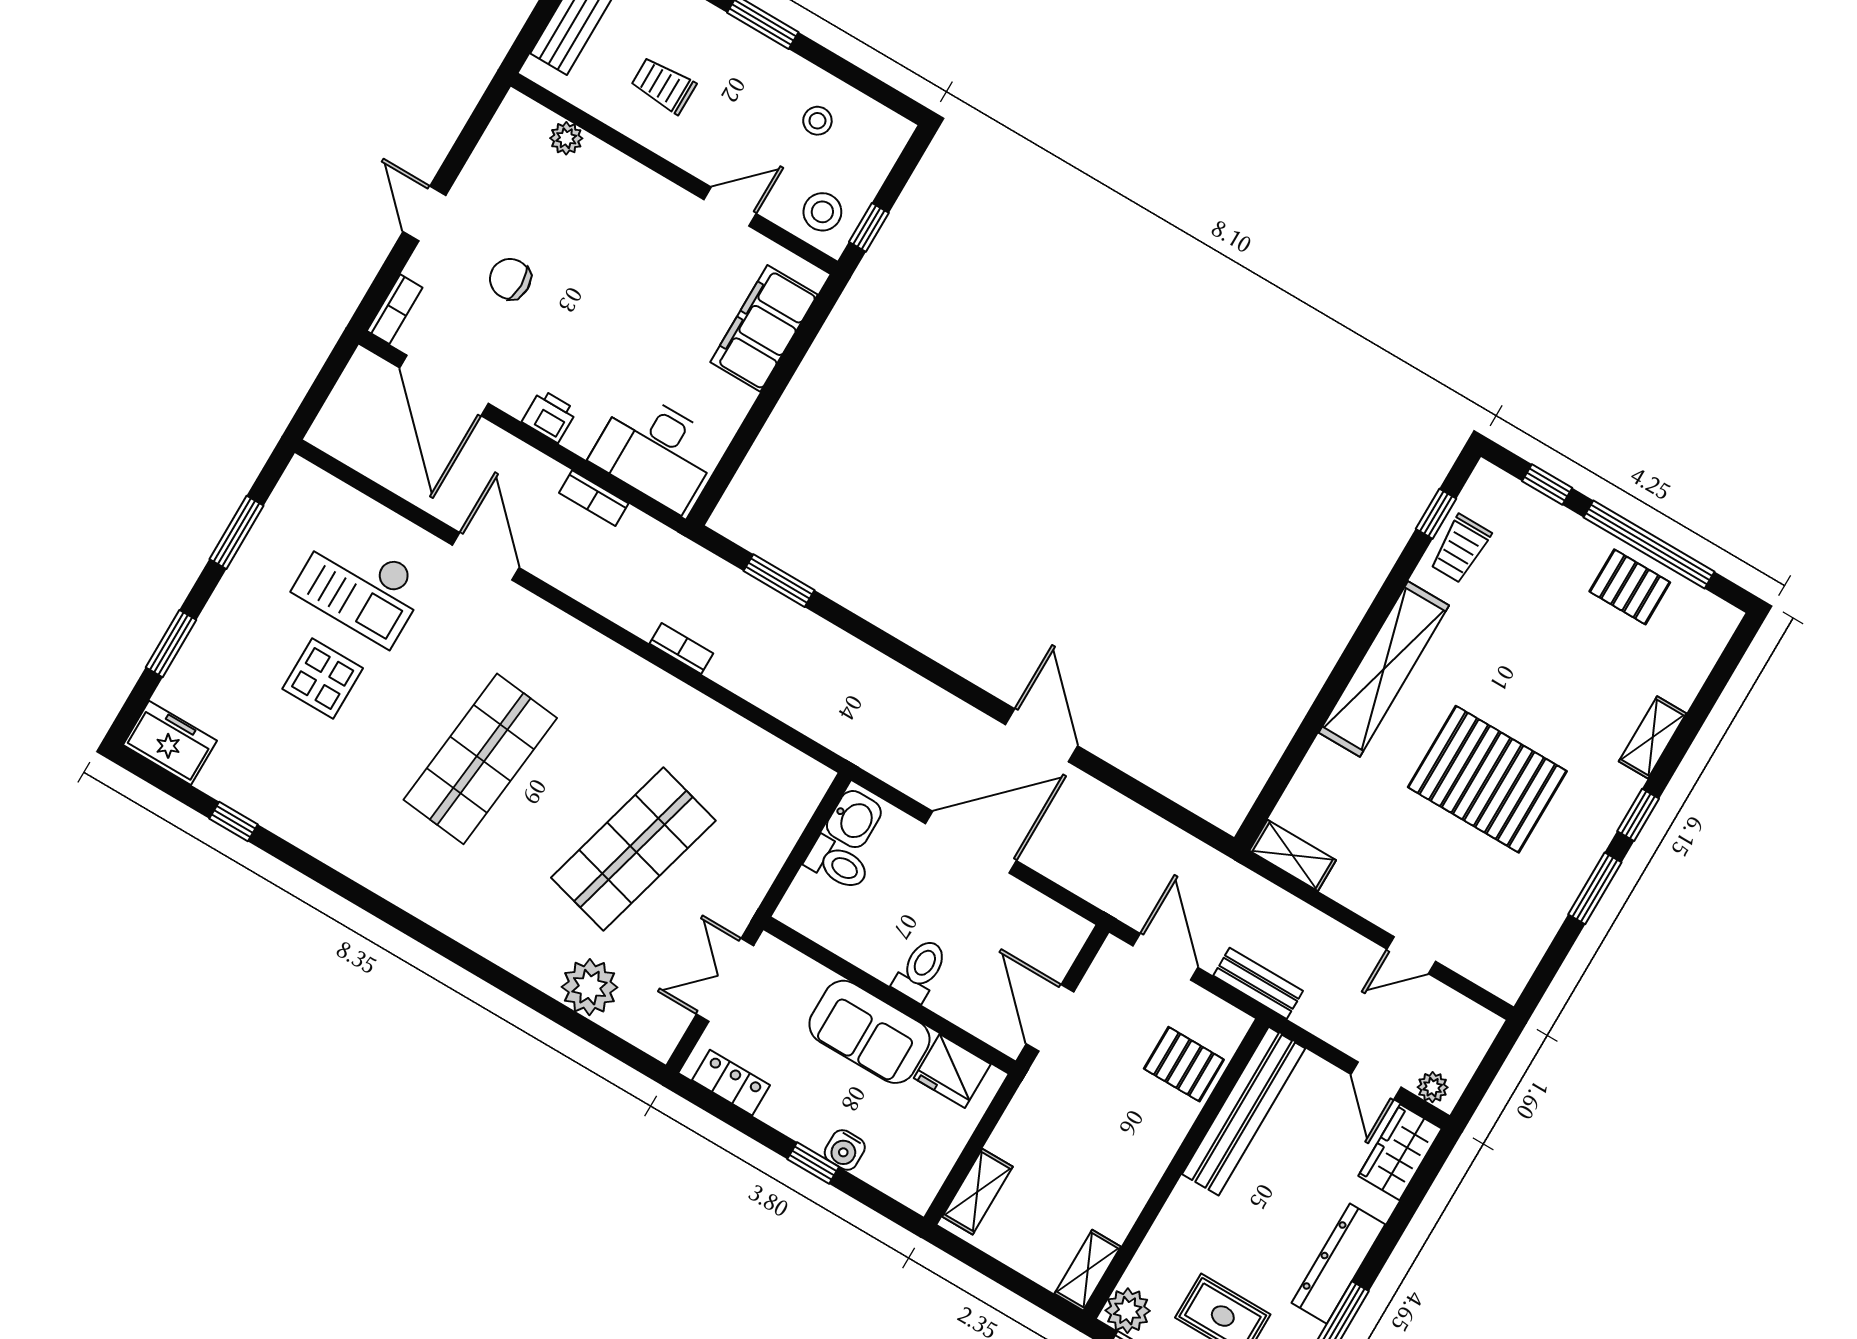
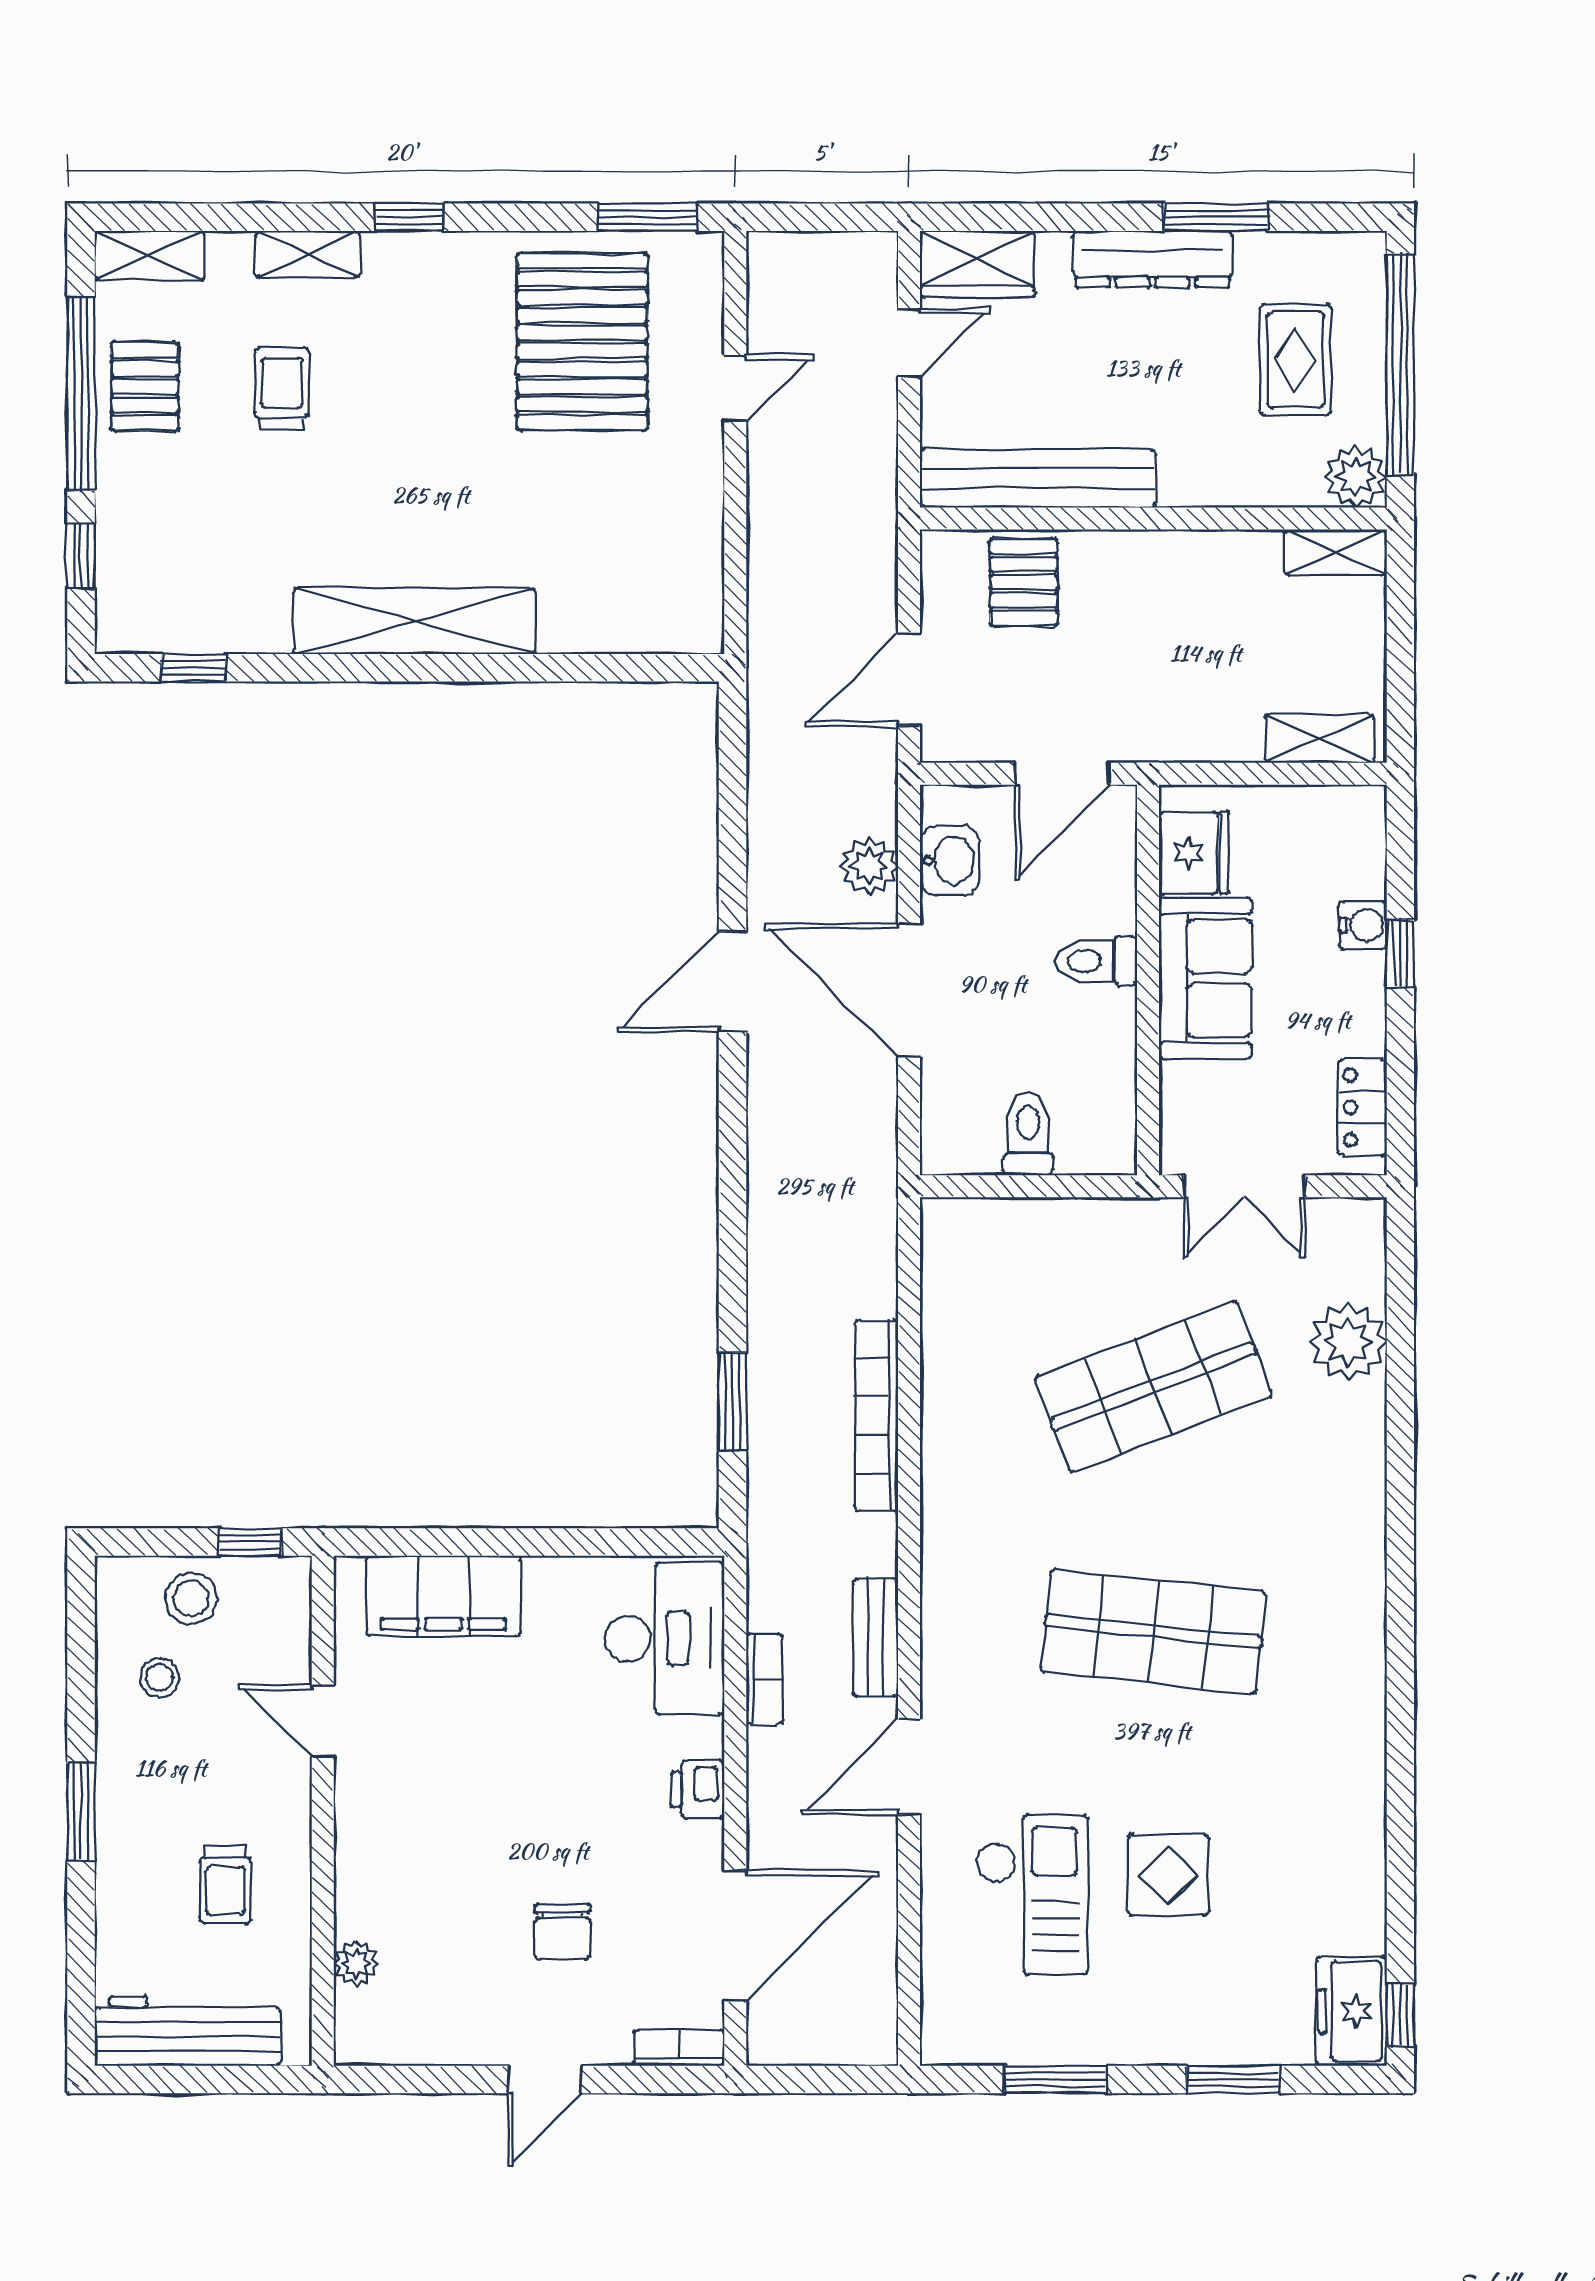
stool: (822, 212) -> (191, 1599), moved
trolley: (1460, 549) -> (282, 389), moved, turned -90
bookcase: (681, 649) -> (876, 1416), width x2.31, depth x1.31
pallet: (1487, 779) -> (582, 342), moved
washbasin: (854, 819) -> (950, 860), moved, turned 90
window: (234, 822) -> (1400, 2015), moved
shop shelf: (633, 849) -> (1153, 1387), turned -36
shelving: (1293, 855) -> (150, 256), moved, turned 90
window: (1595, 888) -> (647, 217), moved
door: (1411, 955) -> (735, 388), hinge flipped
bench: (1258, 983) -> (876, 1638), moved
plant: (1433, 1087) -> (869, 866), moved, width x1.38, depth x1.38

